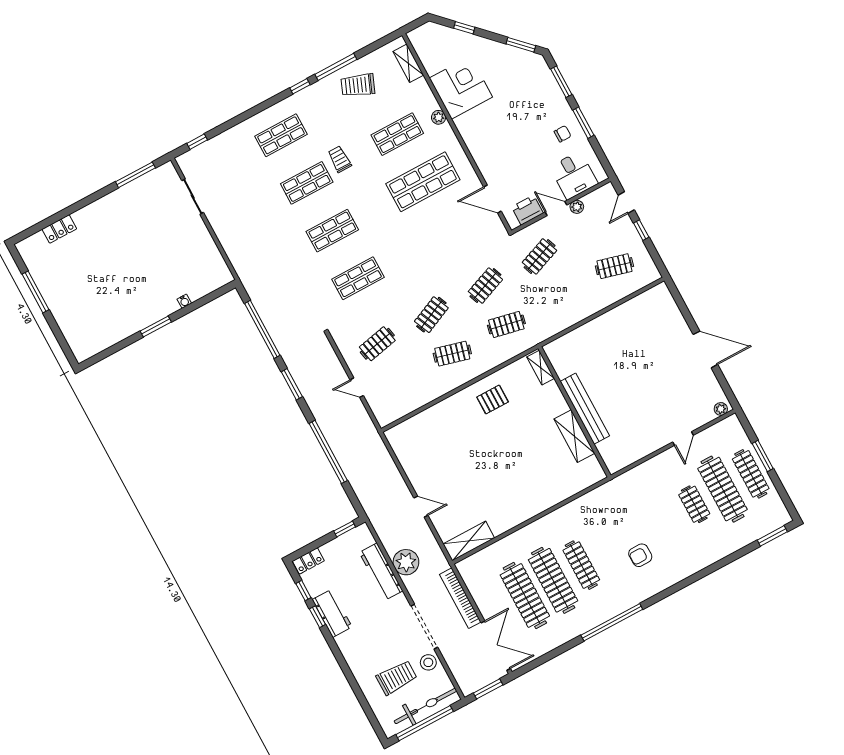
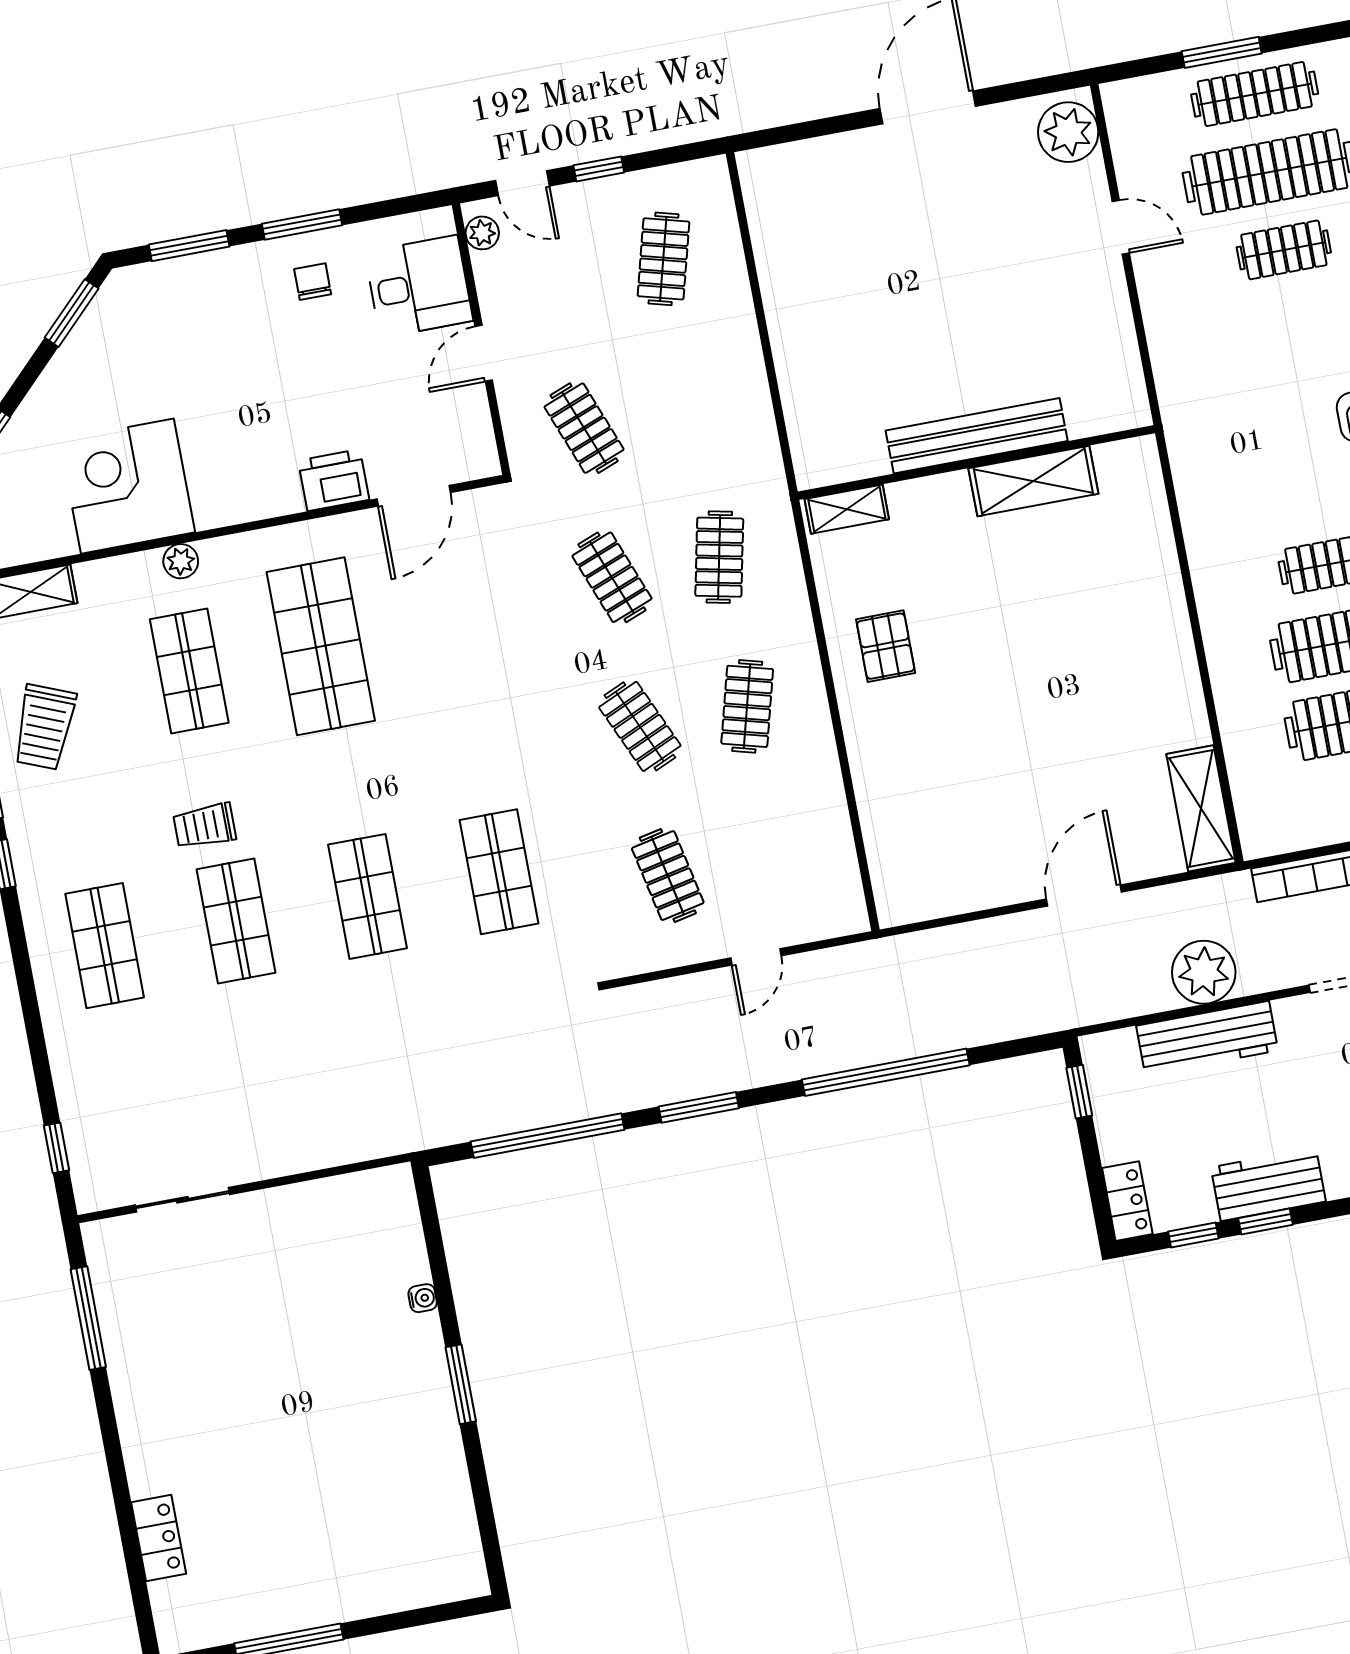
plant: (577, 207) -> (482, 233), moved
printer: (527, 210) -> (334, 480), moved, turned 90
plant: (721, 409) -> (1068, 132), width x1.87, depth x1.87
door: (421, 507) -> (1084, 896), width x1.38

